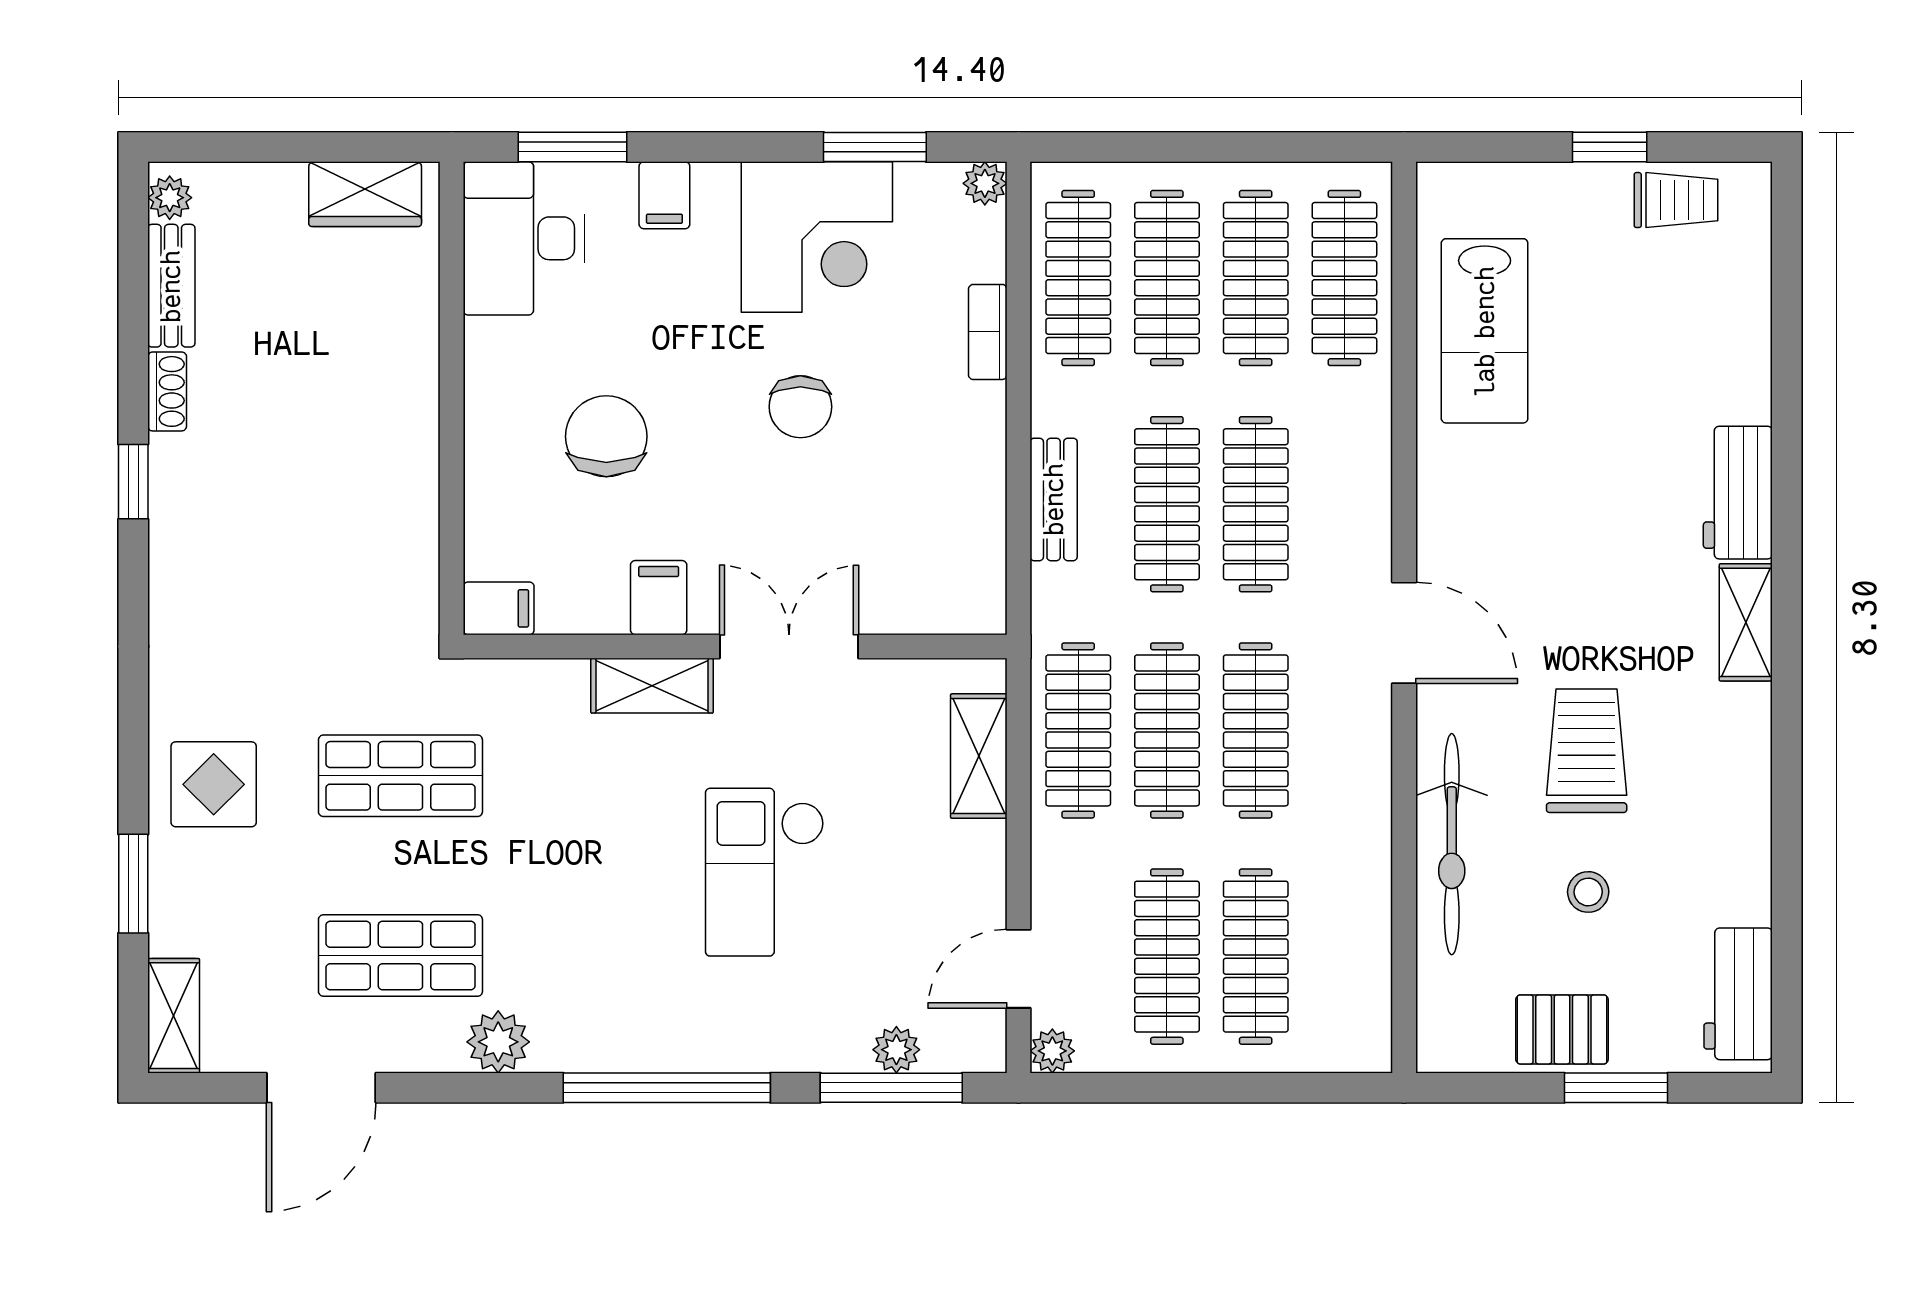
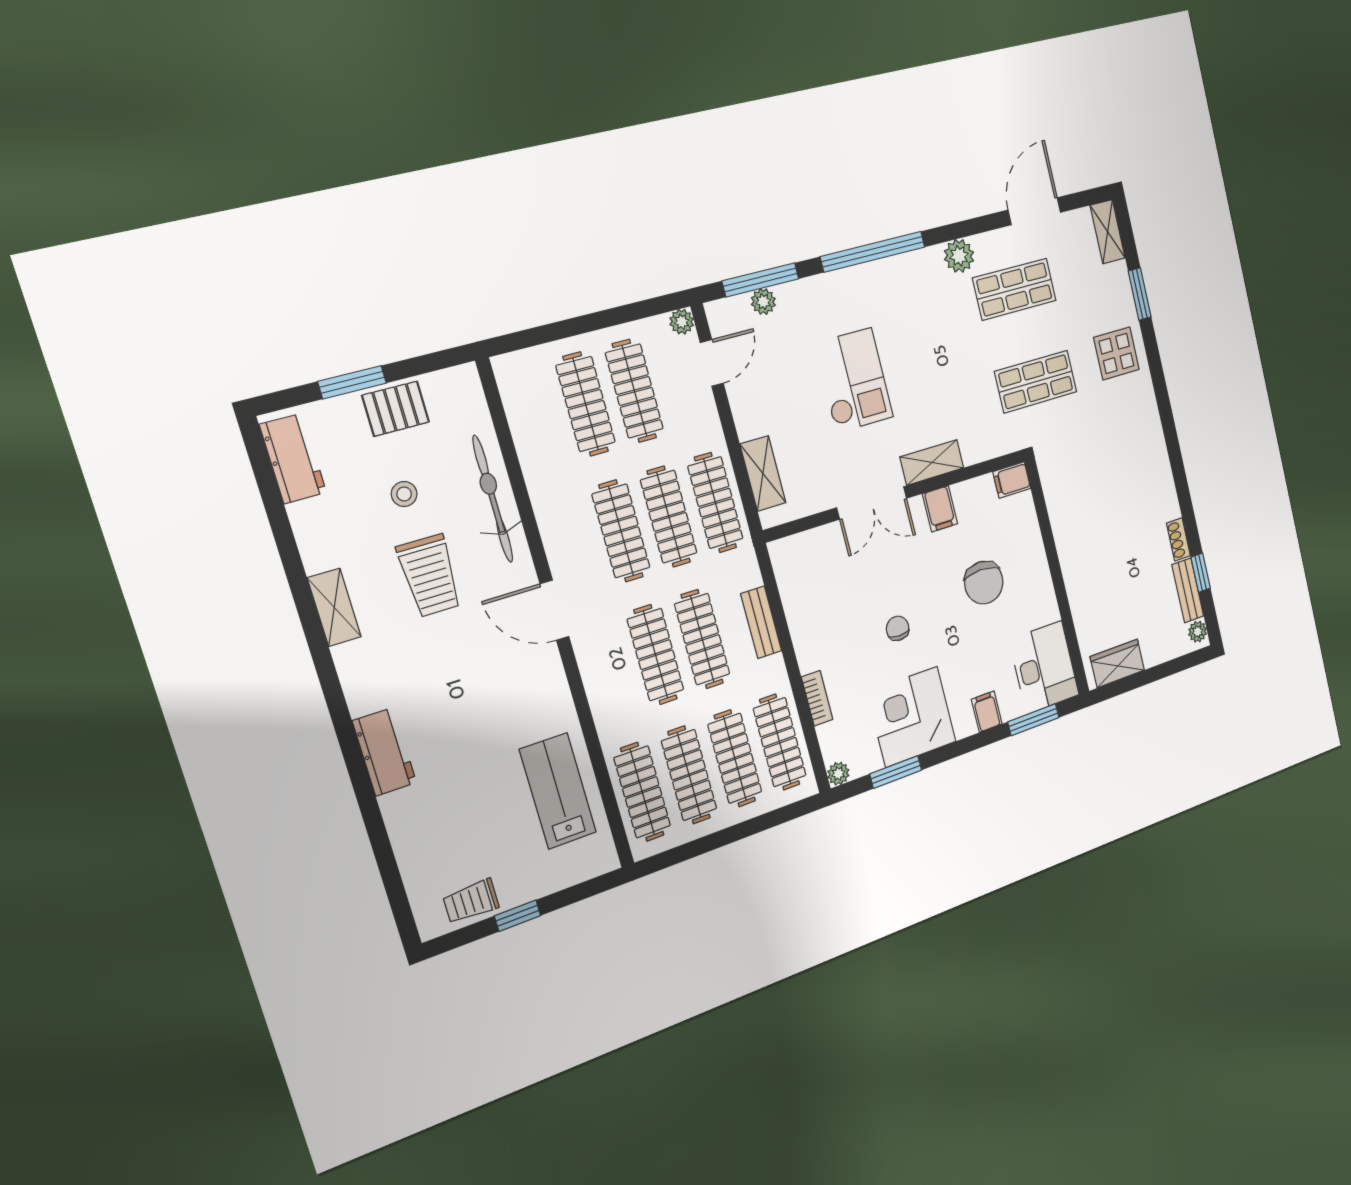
chair: (800, 407) -> (898, 628), width x0.73, depth x0.73
window: (133, 482) -> (1201, 573), moved
shelving: (1746, 622) -> (334, 607), moved

